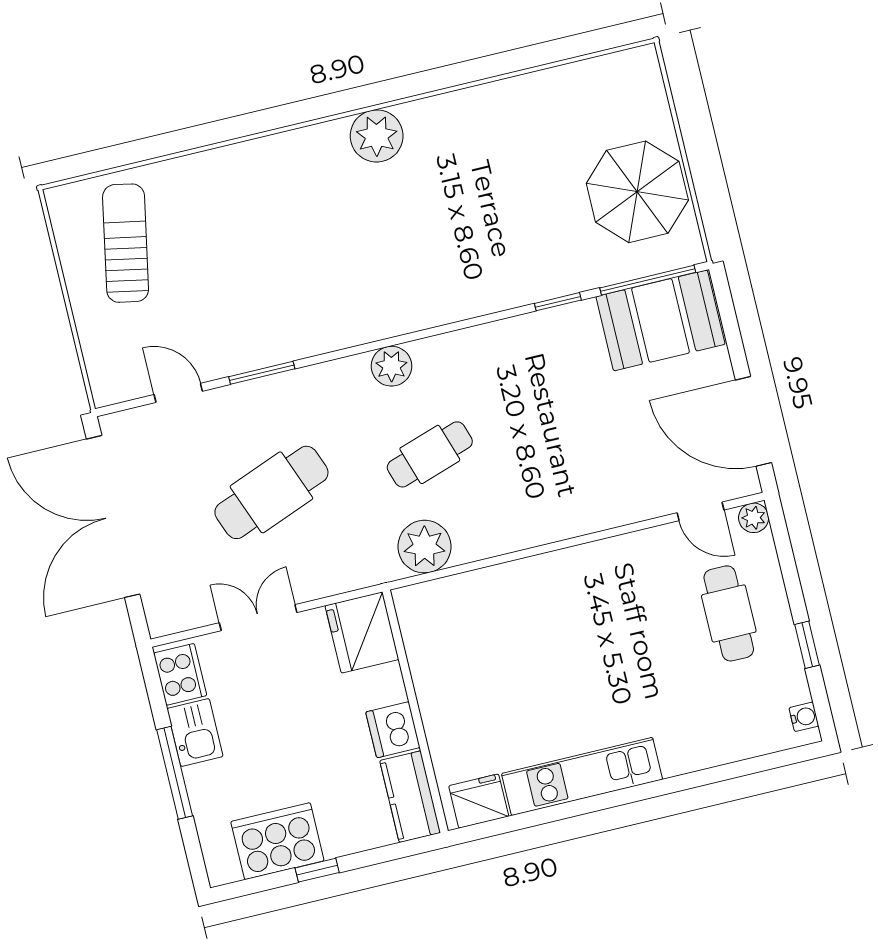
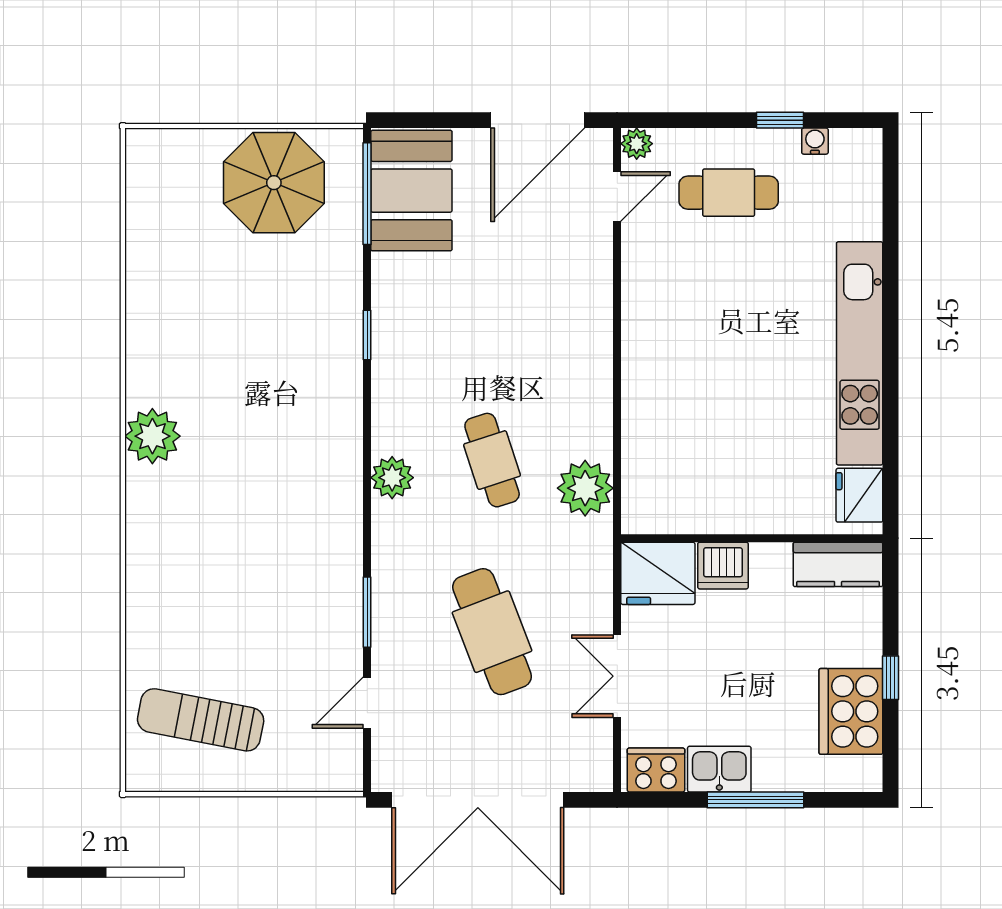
window: (558, 302) -> (367, 335), moved
water cooler: (804, 717) -> (815, 141), moved
dishwasher: (393, 730) -> (723, 566), moved
kitchen unit: (582, 776) -> (860, 353), width x1.36

